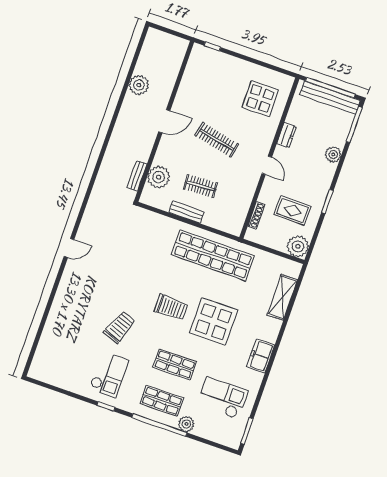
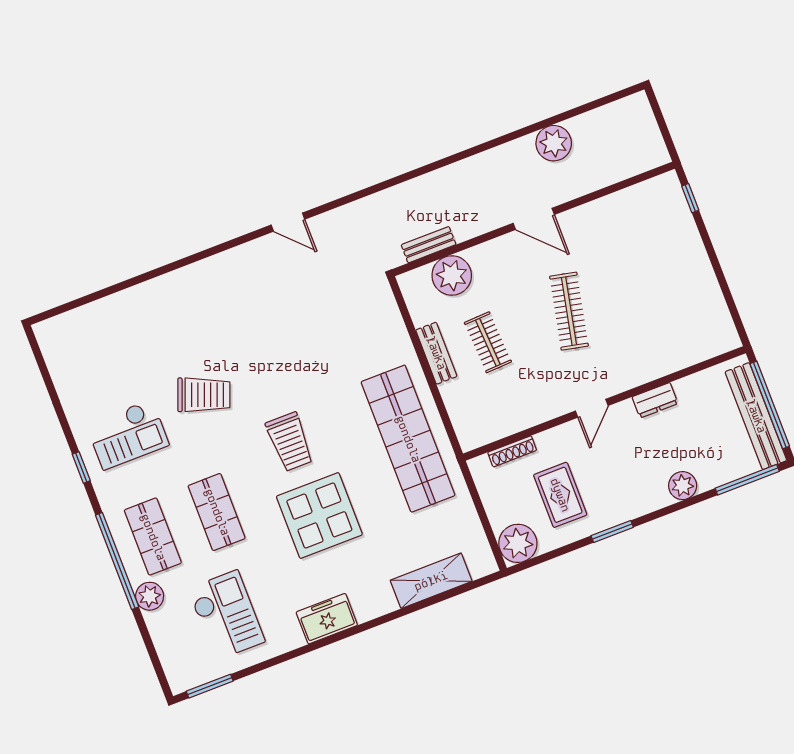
display table: (260, 99) -> (674, 323), removed
door: (69, 248) -> (288, 222), moved

